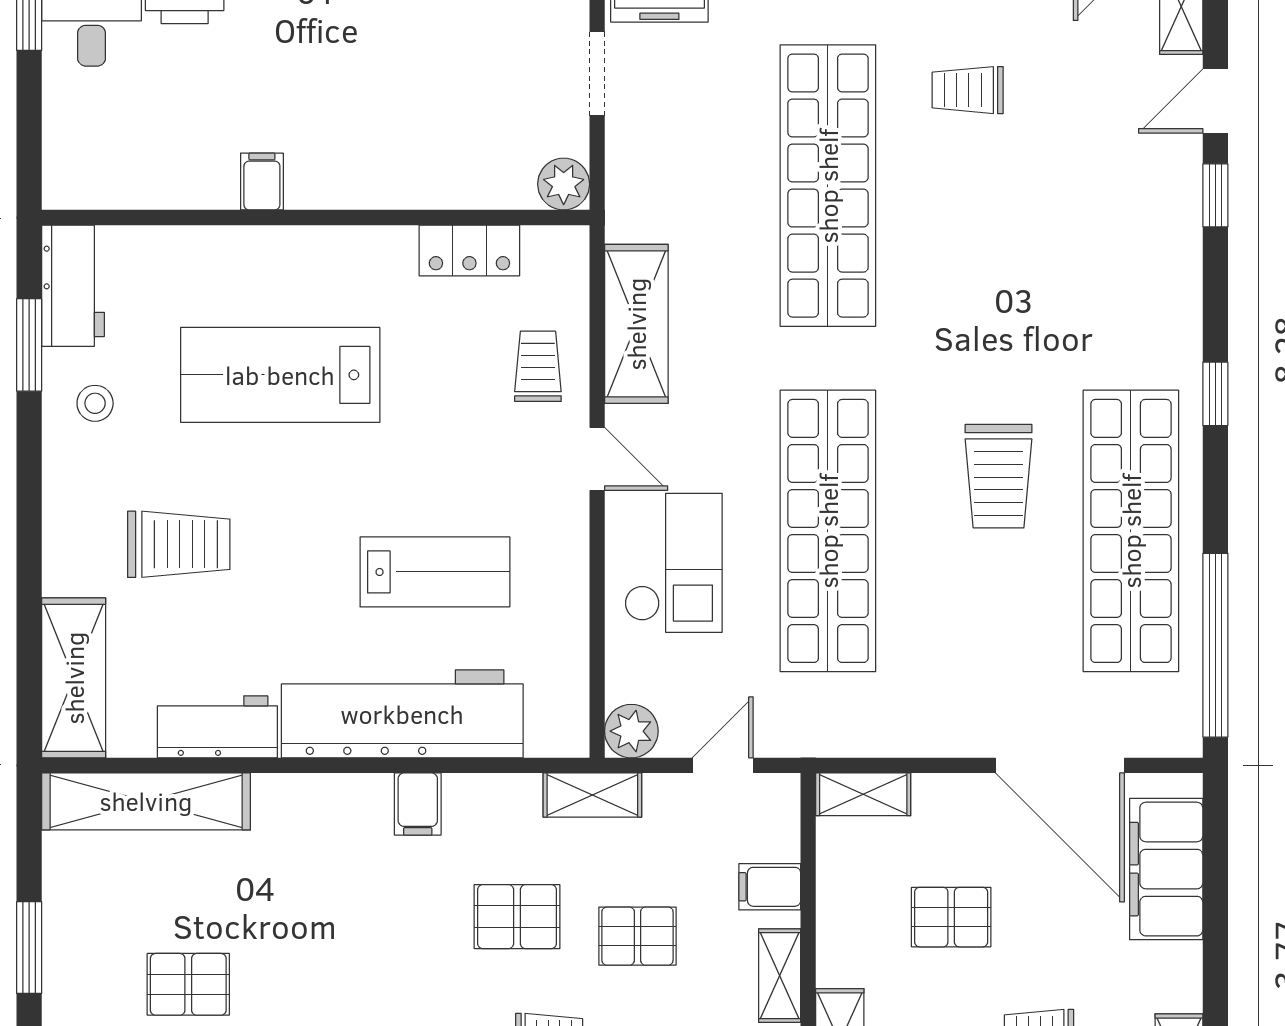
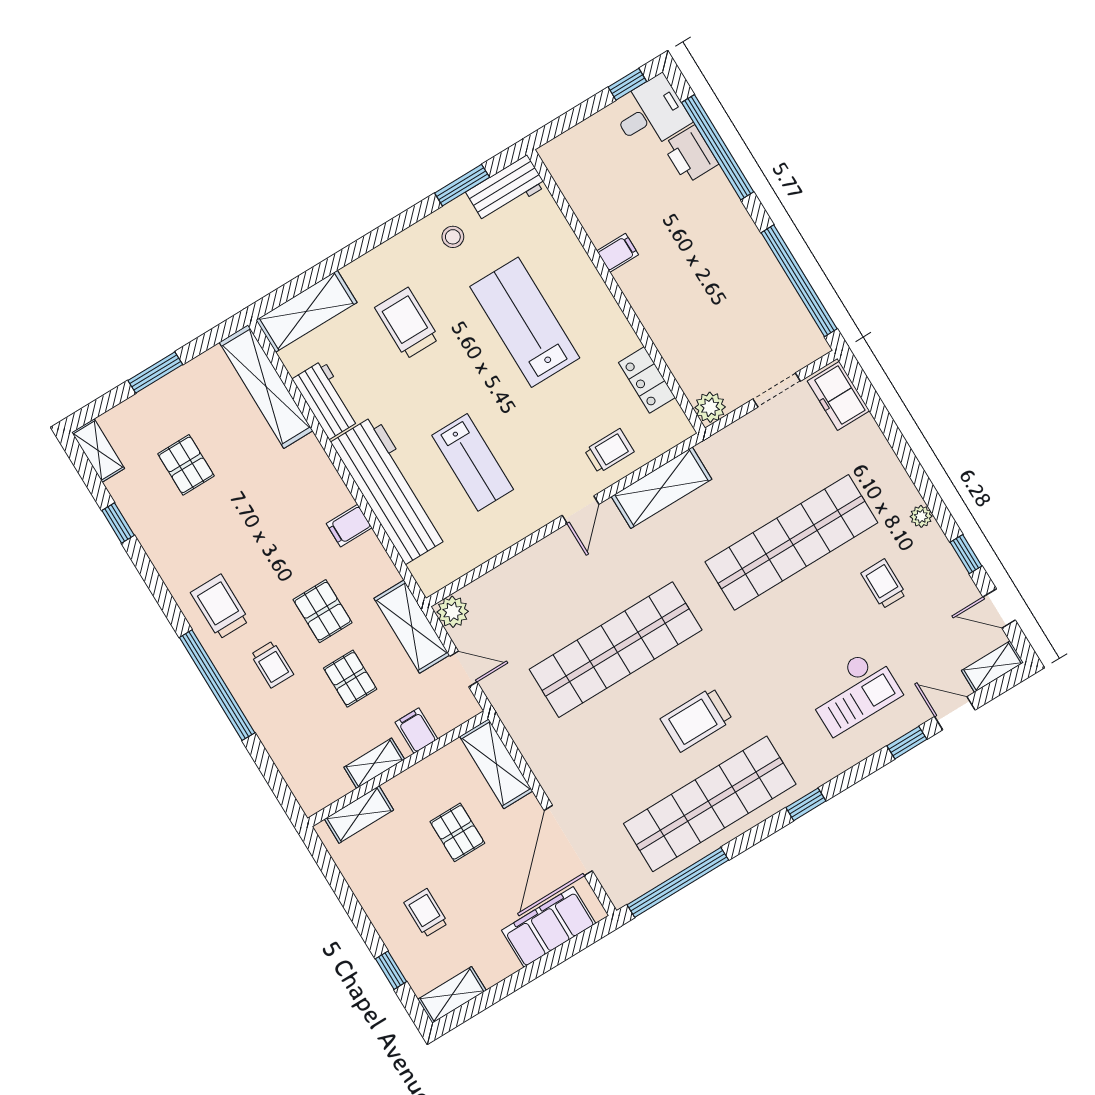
trolley: (179, 544) -> (407, 323), turned 180
checkout: (673, 563) -> (853, 692), moved
shelving: (863, 794) -> (496, 764), width x1.50, depth x1.33
shelving: (592, 795) -> (412, 627), width x1.50, depth x1.33

